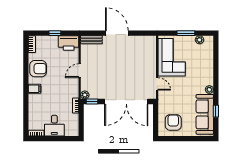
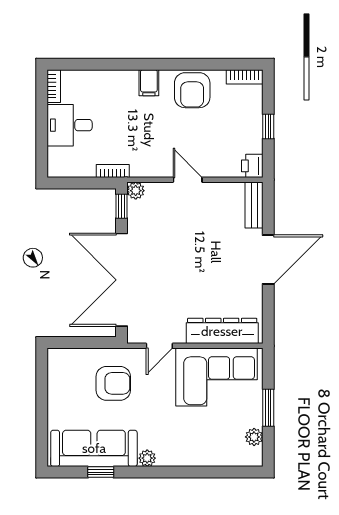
printer: (69, 43) -> (252, 166), width x0.53, depth x0.68
dresser: (150, 55) -> (222, 331), added
armchair: (173, 122) -> (113, 383), moved

